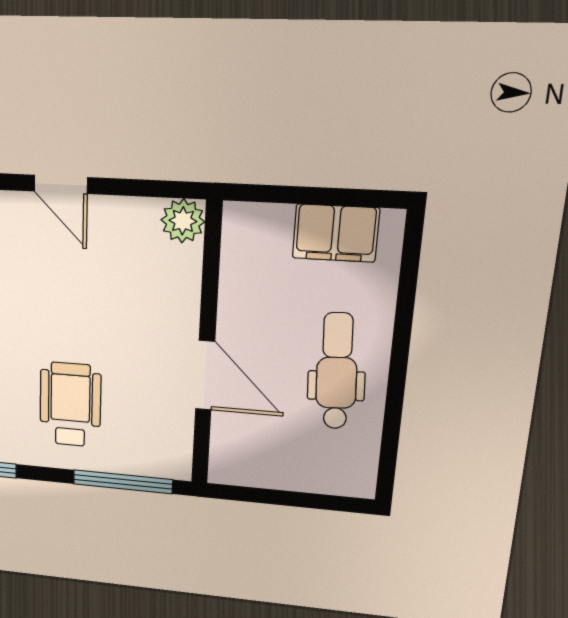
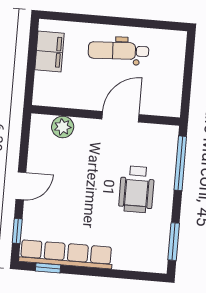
plant: (183, 221) -> (63, 127), moved
wheelchair: (70, 405) -> (137, 189), turned -90

